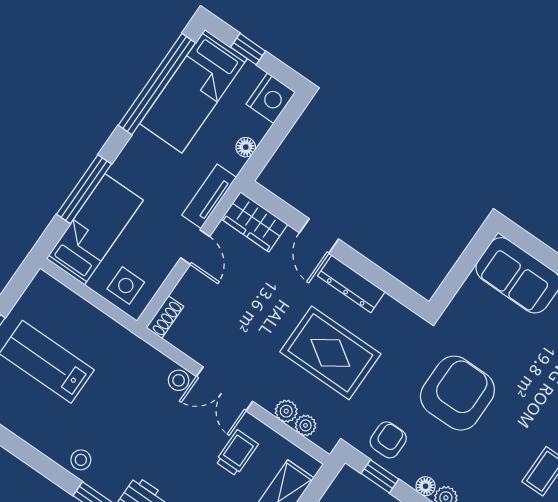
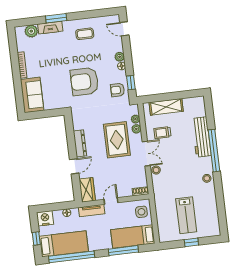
rug: (330, 353) -> (117, 140), moved

